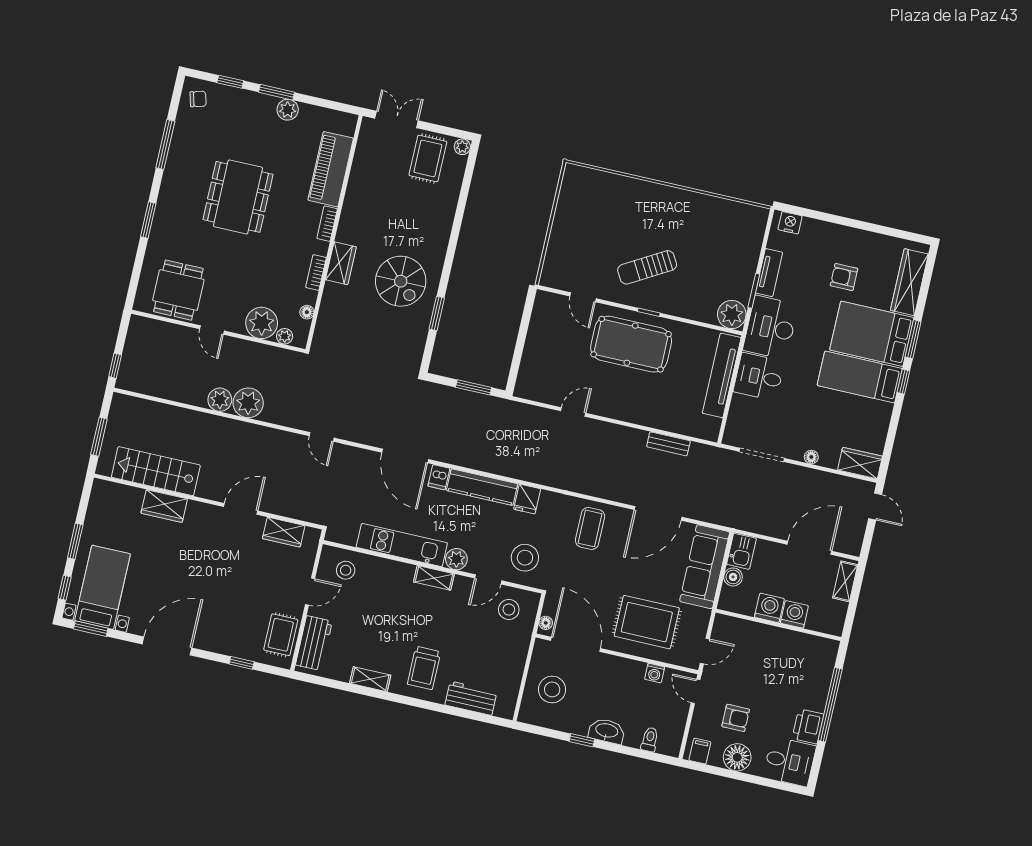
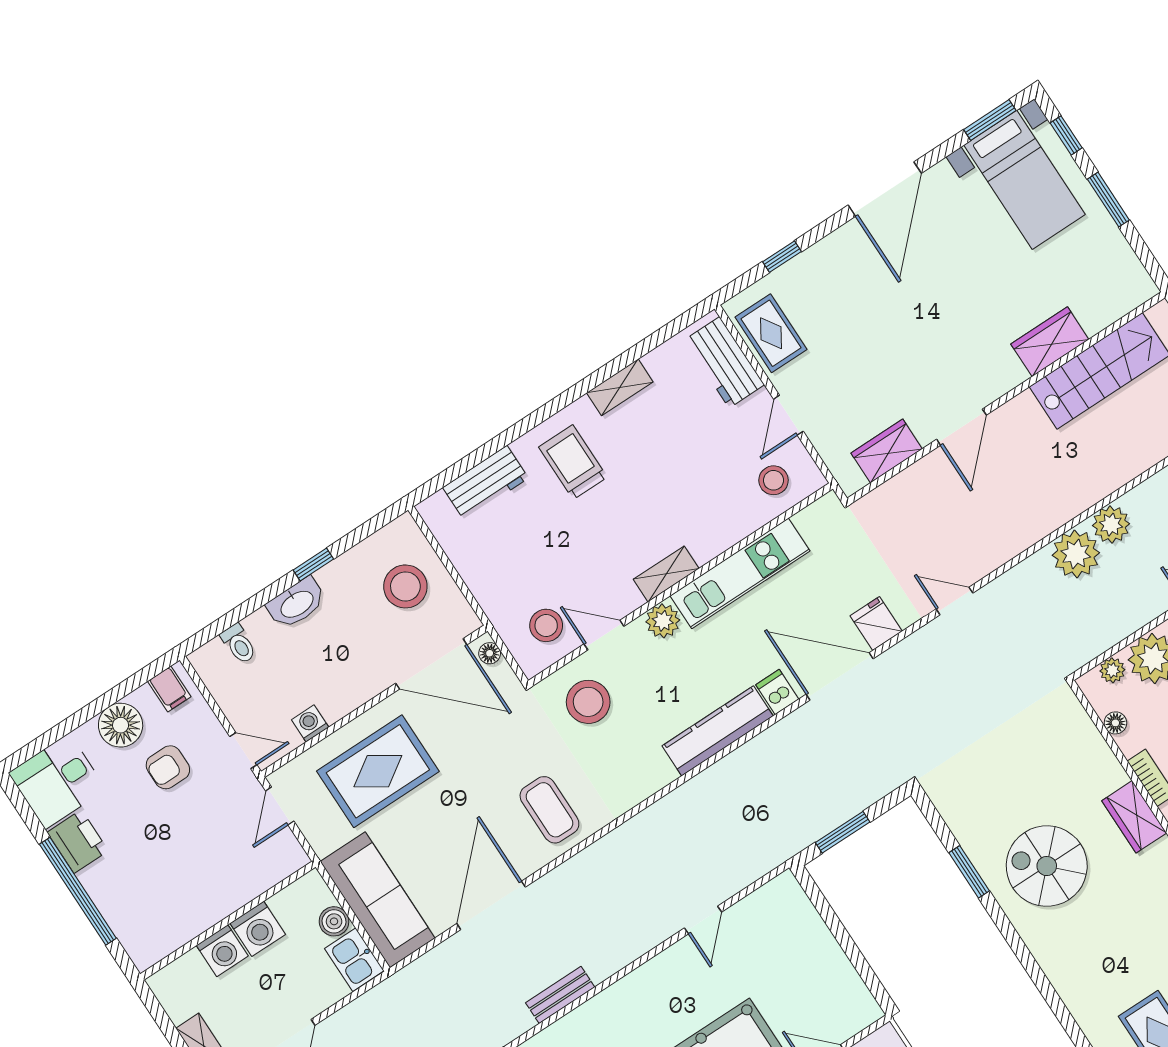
fridge: (527, 499) -> (876, 624), moved
door: (488, 579) -> (604, 635), hinge flipped

